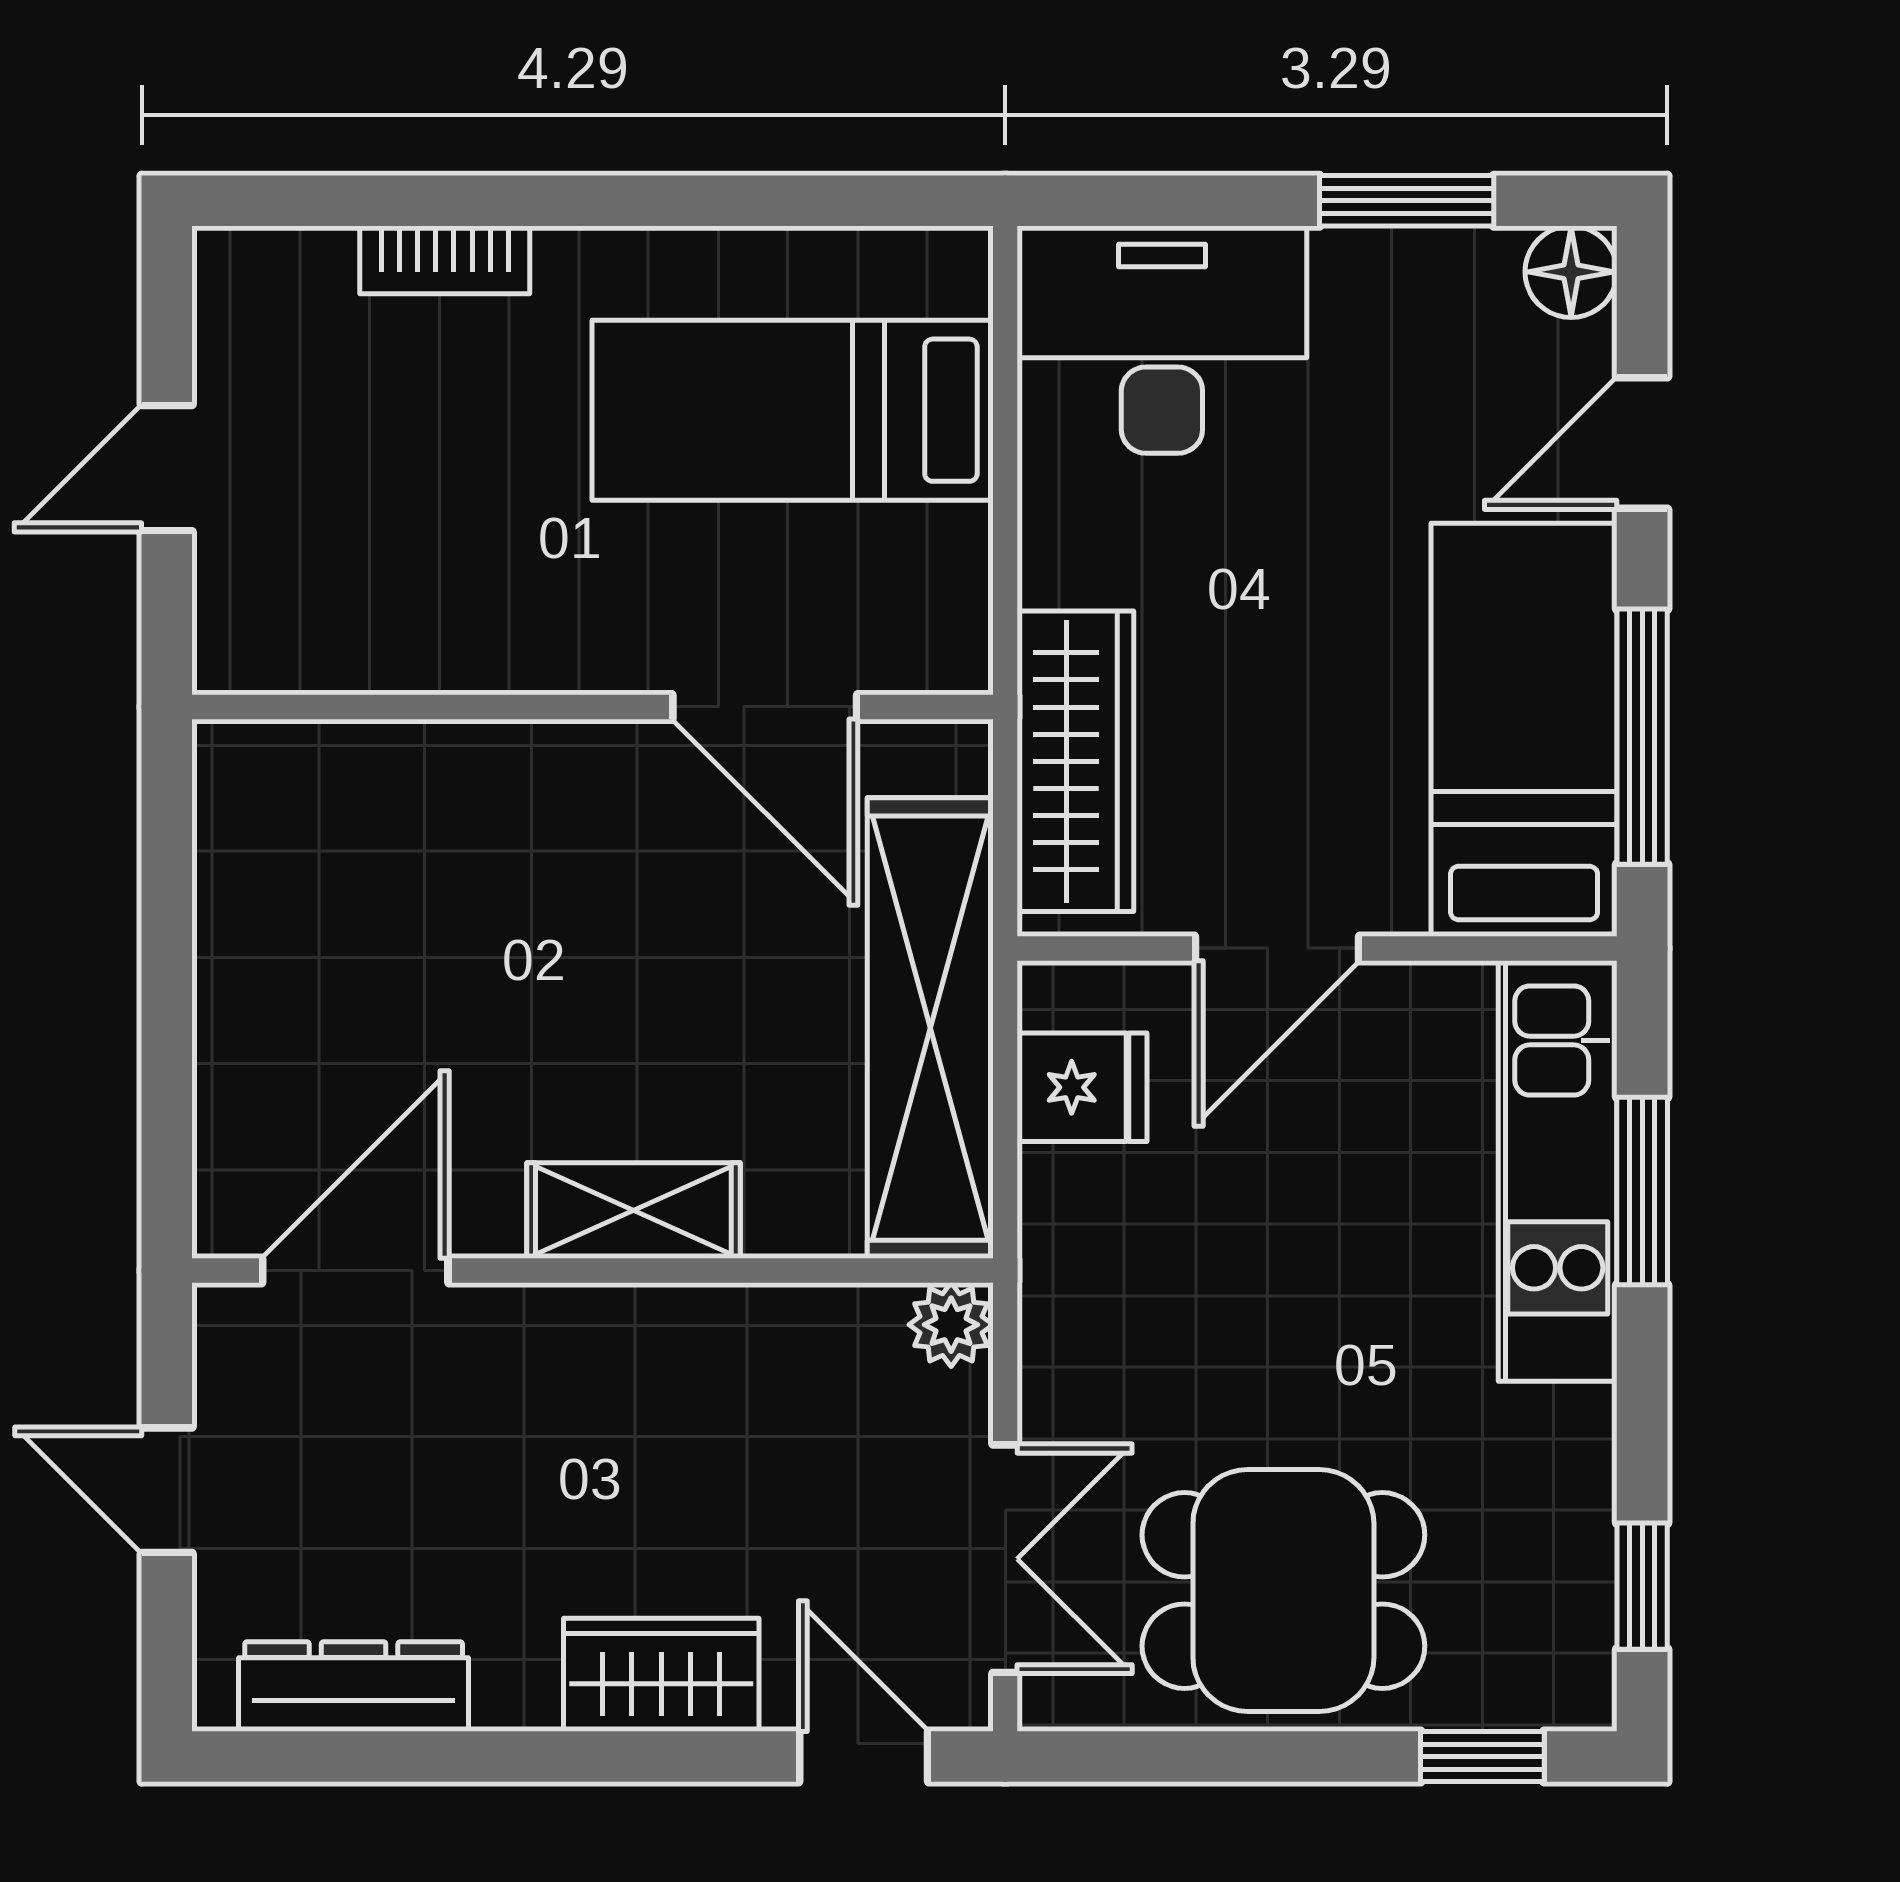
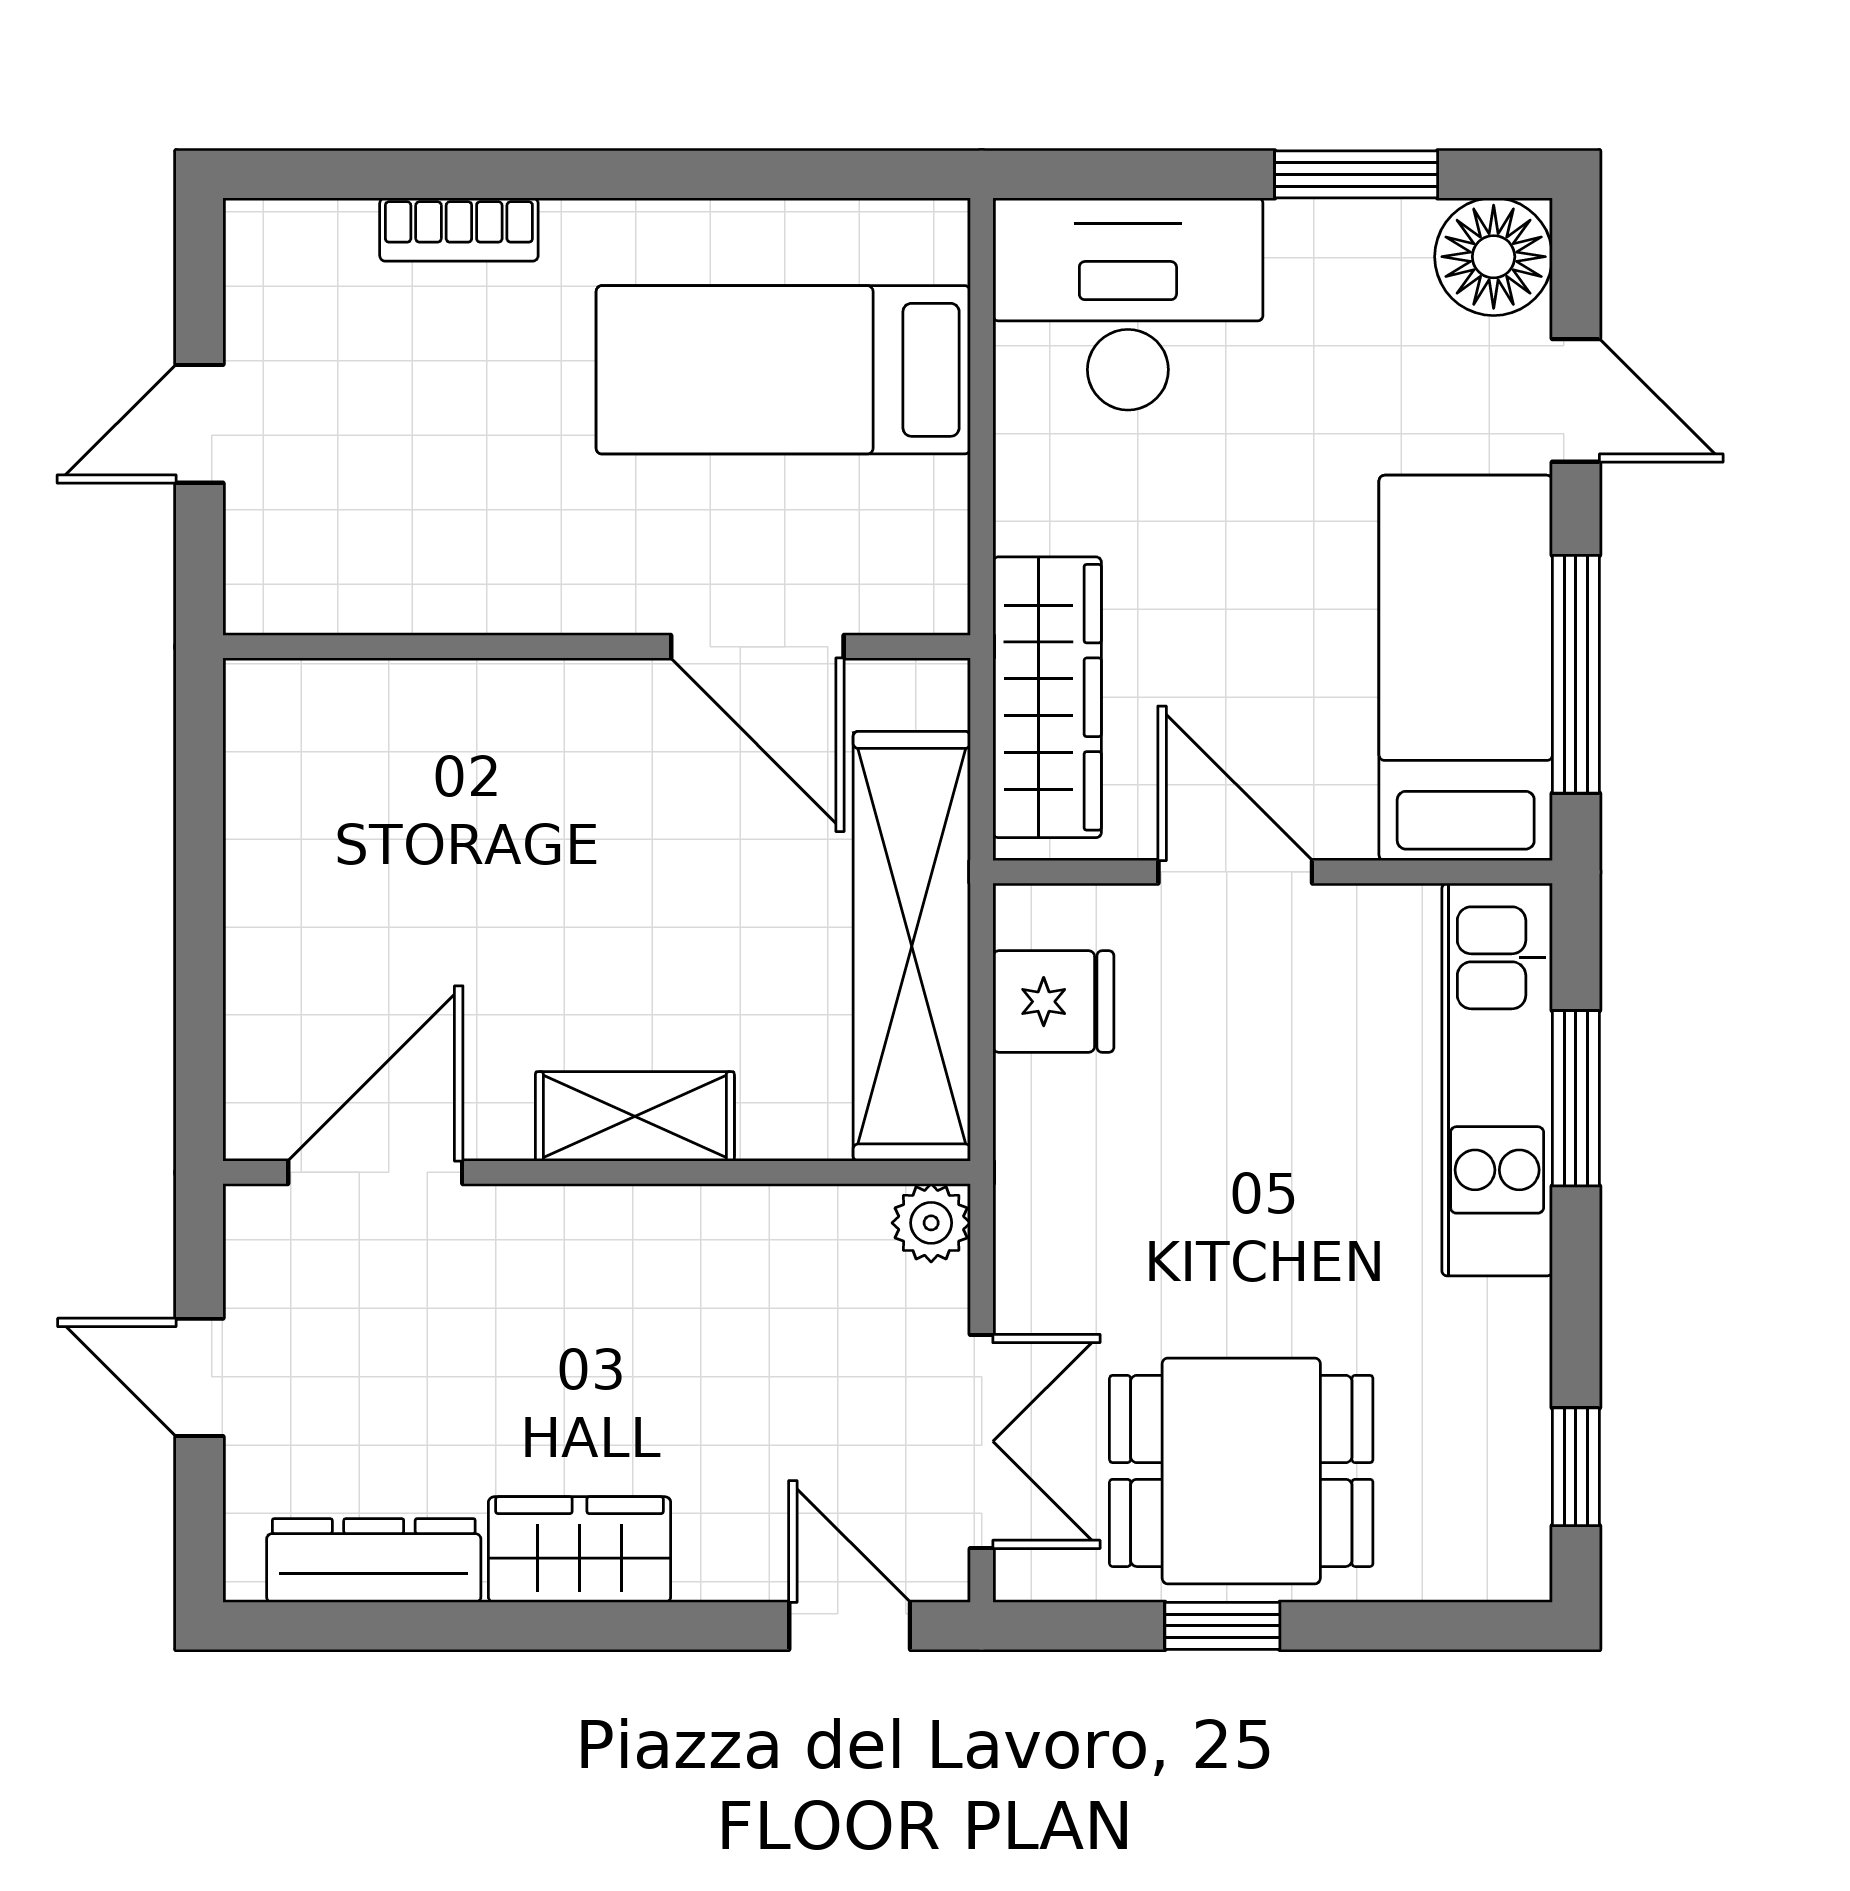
floor lamp: (1571, 272) -> (1494, 257), width x1.38, depth x1.38
door: (1642, 443) -> (1576, 400), swing flipped
door: (1277, 948) -> (1235, 872), swing flipped
wardrobe: (661, 1675) -> (580, 1550), moved
window: (1482, 1757) -> (1222, 1626), moved

